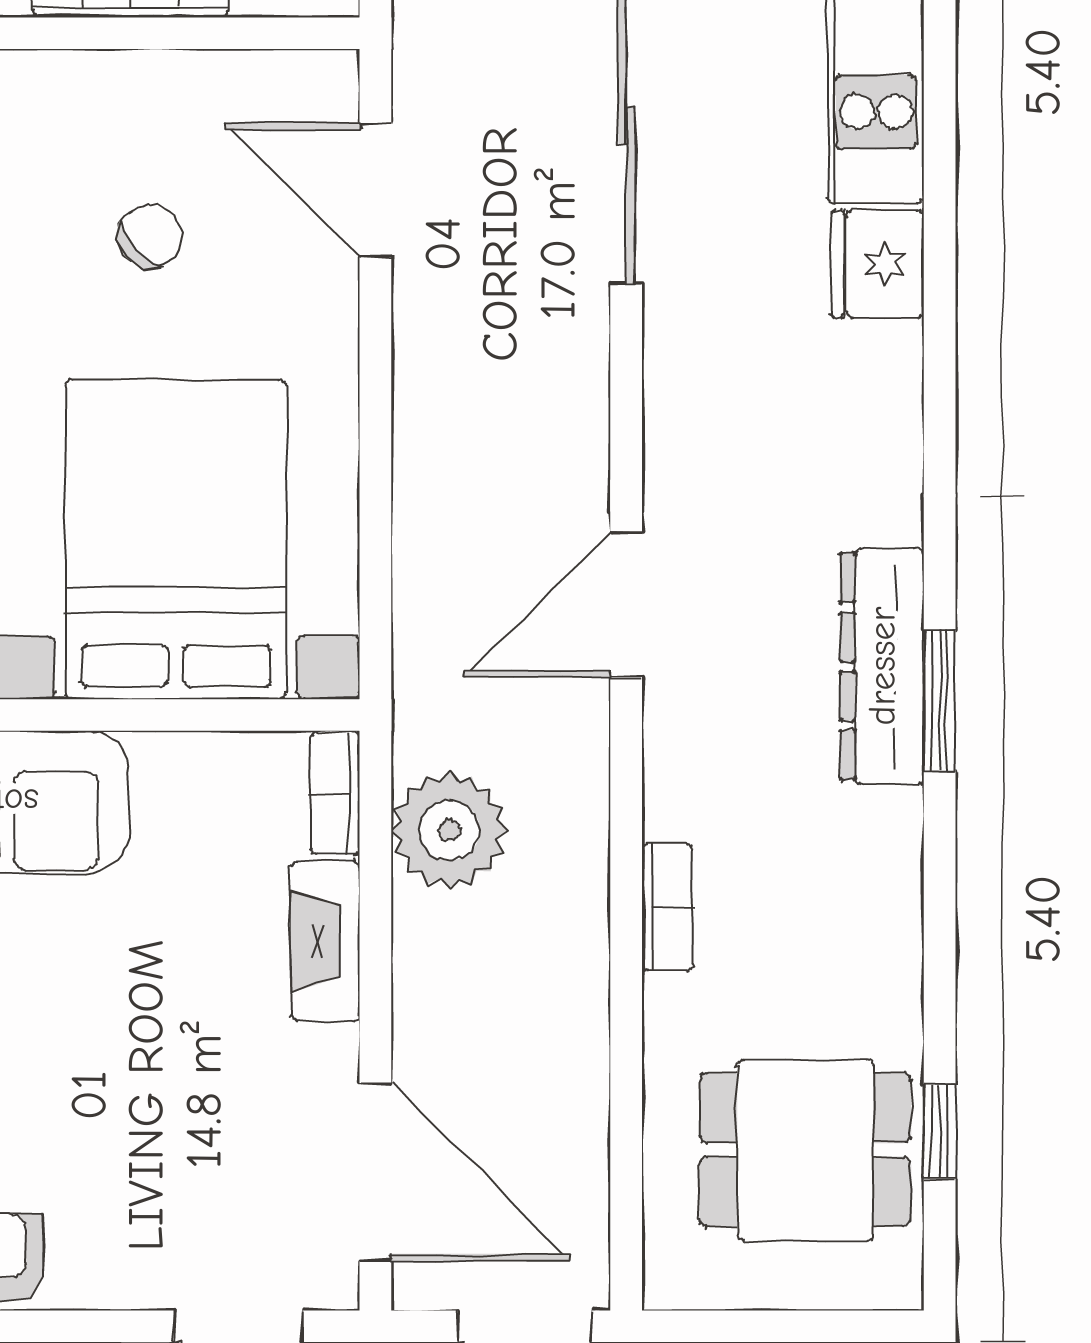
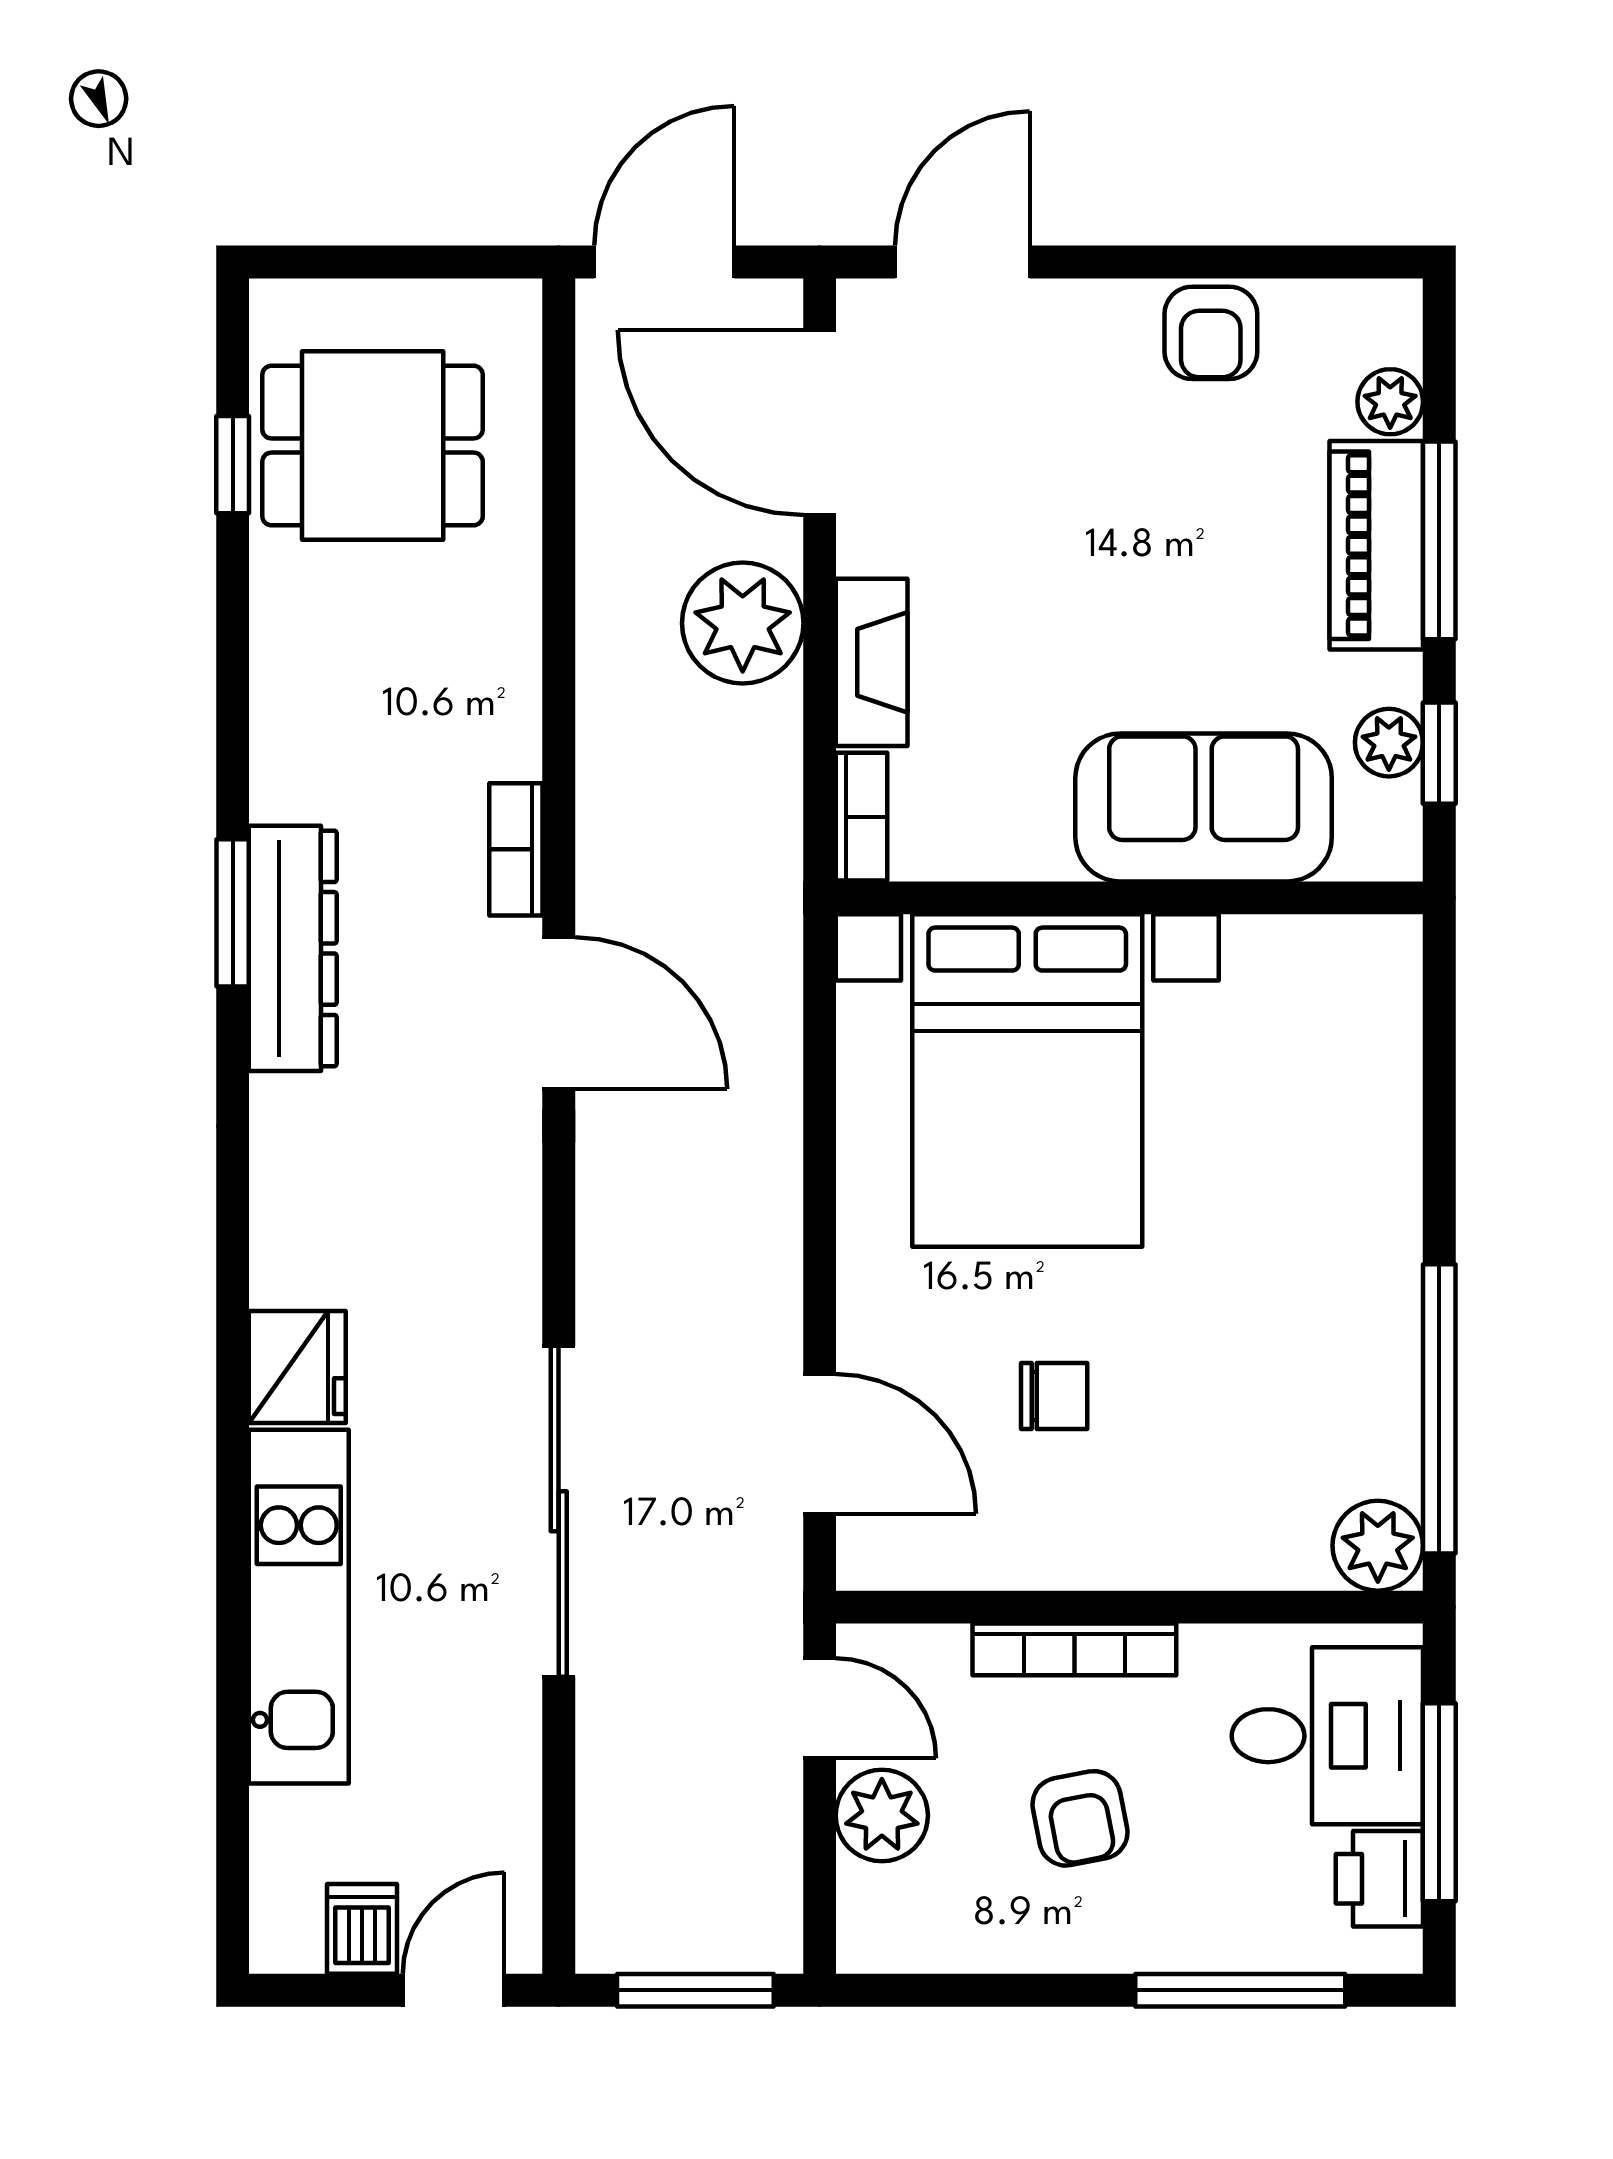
chair: (150, 236) -> (1054, 1396), turned -138
door: (626, 604) -> (559, 1013), hinge flipped
plant: (449, 830) -> (743, 623), moved
bookcase: (667, 907) -> (516, 849), moved

